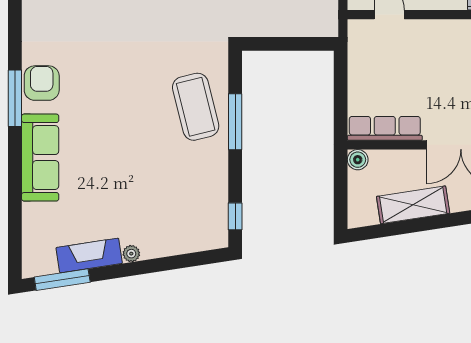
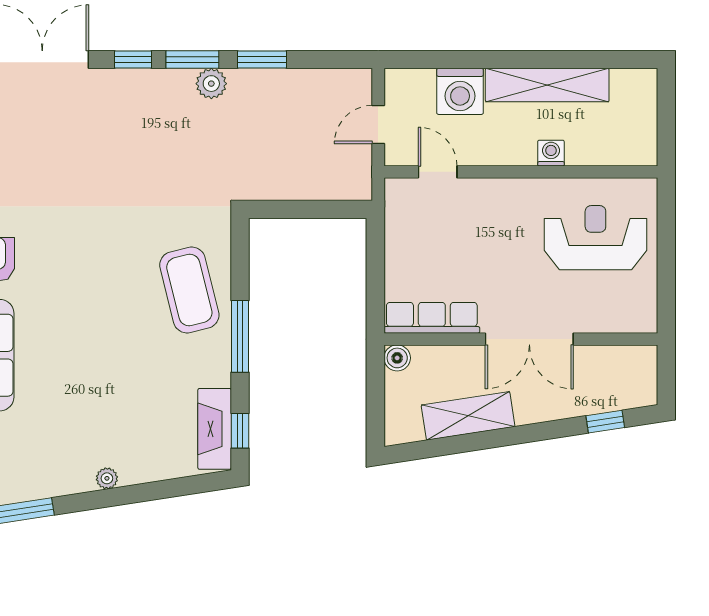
window: (235, 122) -> (240, 336), moved
fireplace: (89, 255) -> (215, 429), moved, turned -81

